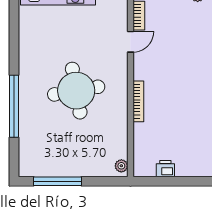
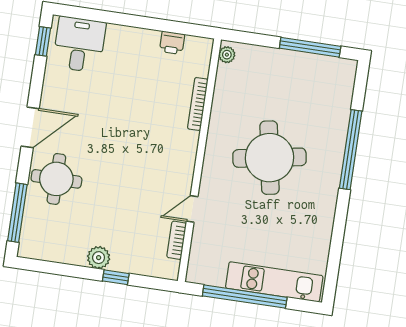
bookcase: (138, 101) -> (198, 104), moved

